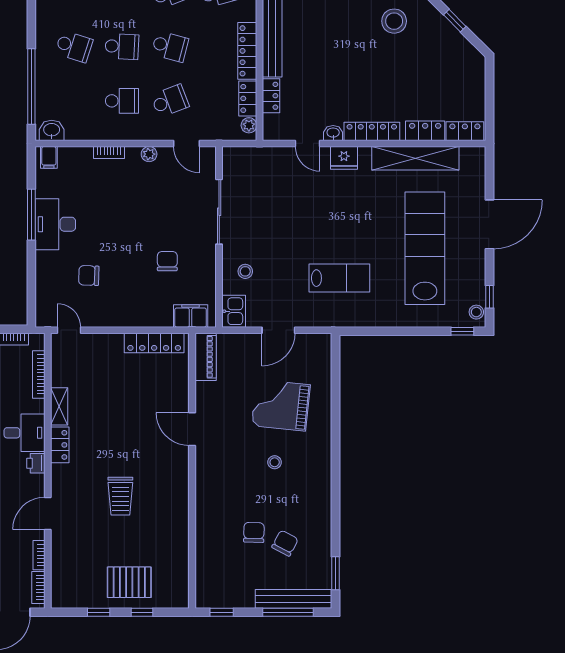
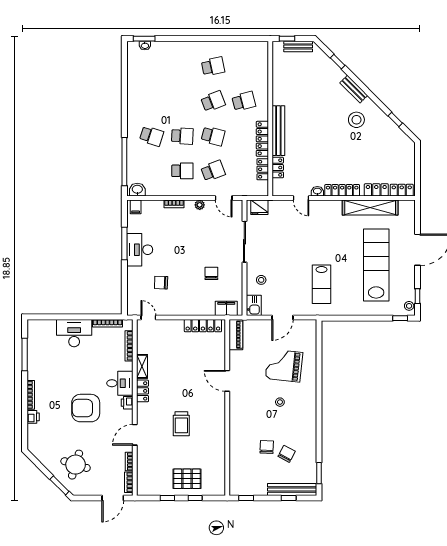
plant: (249, 125) -> (264, 186), removed
fridge: (344, 158) -> (259, 207), moved
lab bench: (339, 278) -> (321, 284), turned 90
window: (288, 612) -> (289, 498), width x0.46

